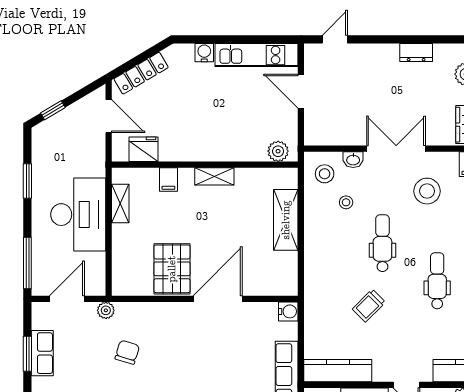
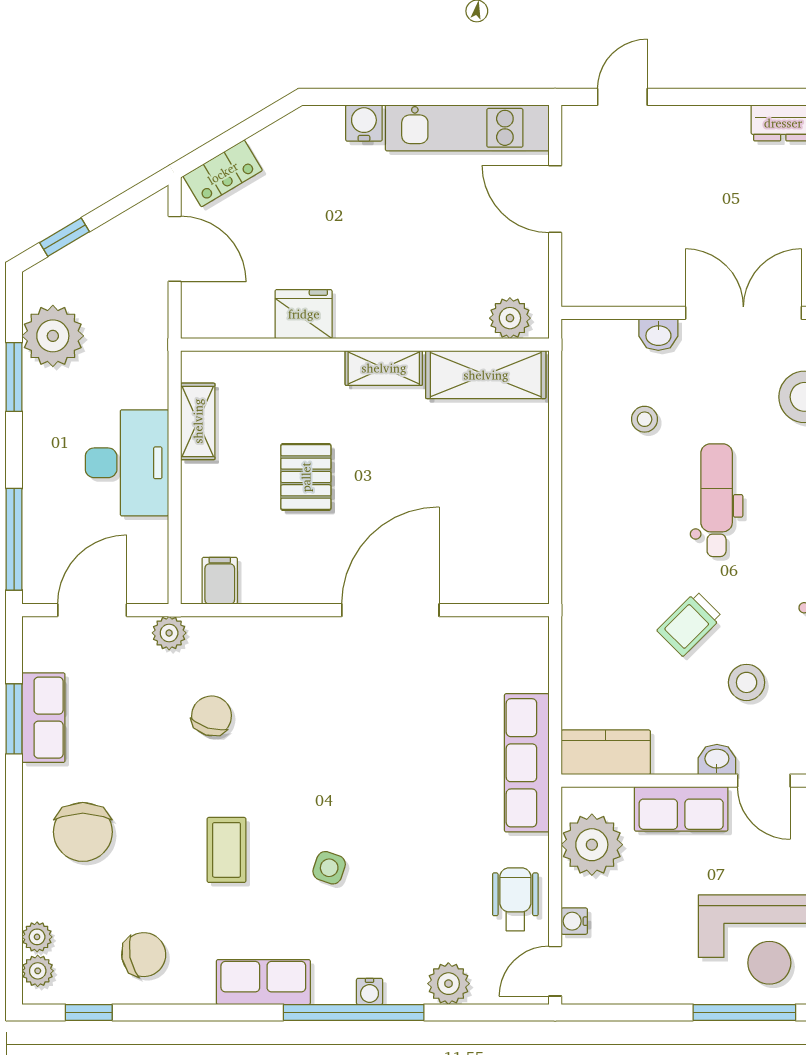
locker: (141, 73) -> (223, 173), width x0.66
fridge: (143, 149) -> (304, 314), moved
plant: (47, 160) -> (53, 336), added
stool: (325, 174) -> (747, 682), moved
filing cabinet: (168, 179) -> (220, 581), moved, turned 180
desk: (78, 215) -> (127, 463), width x0.73, depth x0.77
shelving: (286, 220) -> (486, 375), moved, turned 90
pallet: (172, 269) -> (306, 477), moved, width x0.67, depth x0.71
water cooler: (288, 311) -> (530, 635), removed
kitchen counter: (338, 371) -> (606, 752), width x0.67
washbasin: (383, 374) -> (717, 759), added

